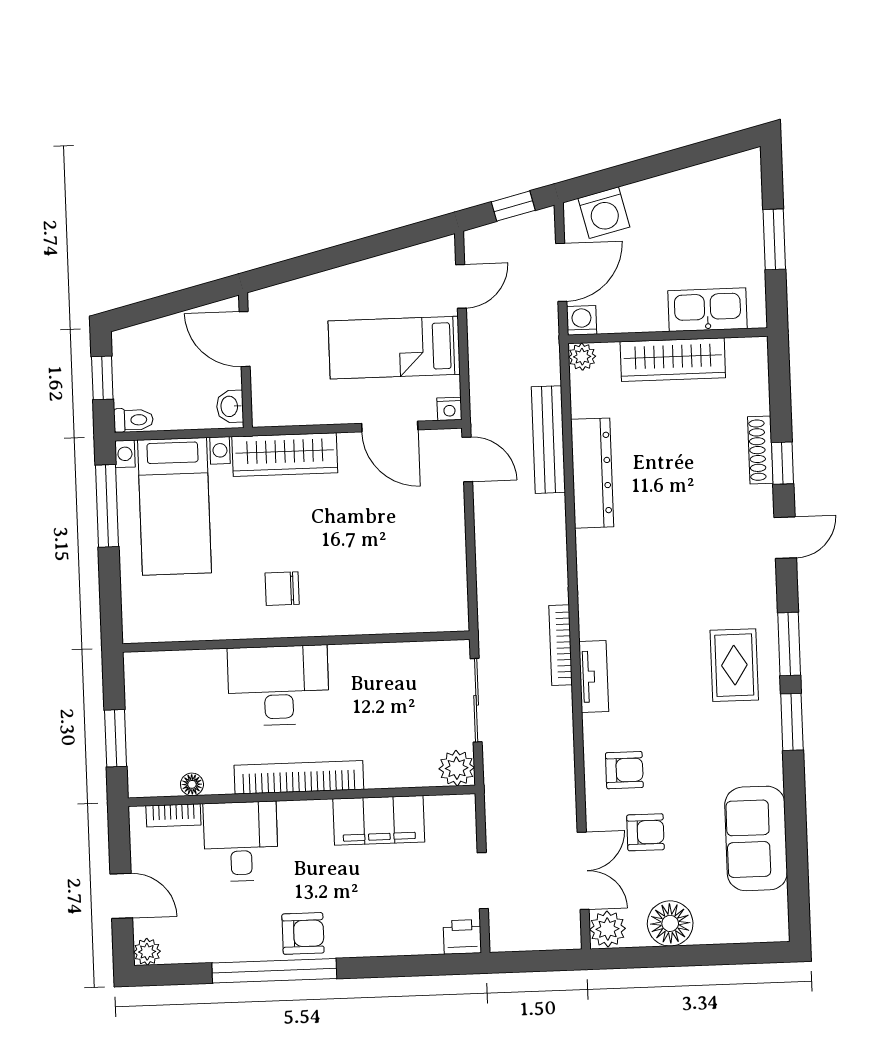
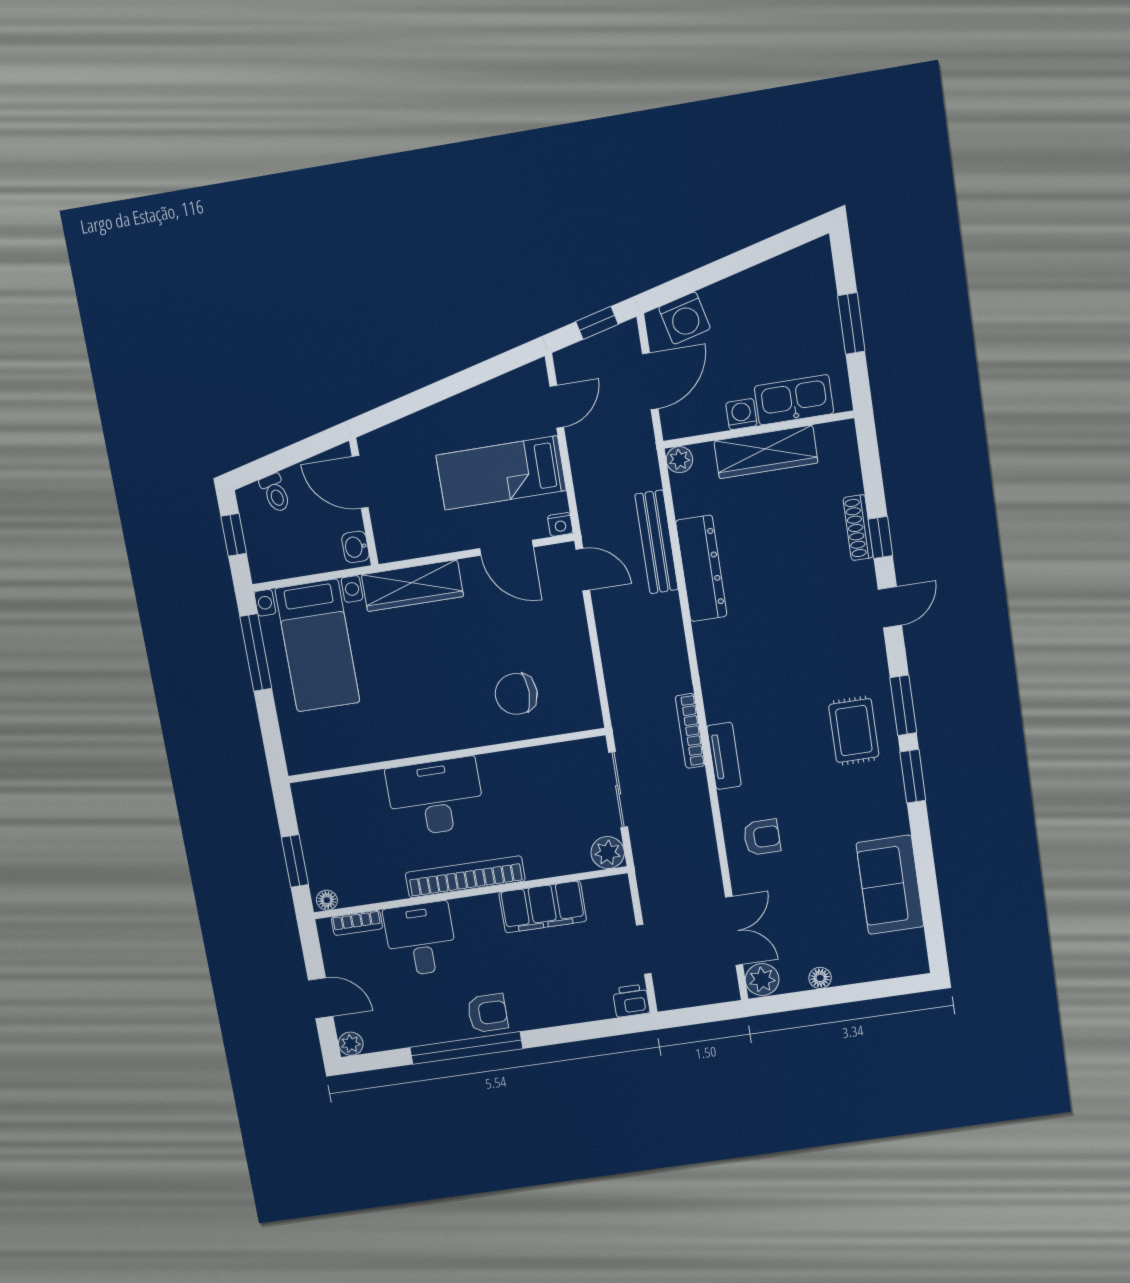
washing machine: (582, 320) -> (741, 414), moved
toilet: (133, 420) -> (275, 493), moved, turned 76
chair: (282, 589) -> (516, 694), moved, width x1.37, depth x1.37
floor lamp: (192, 784) -> (327, 900), moved
armchair: (645, 832) -> (787, 891), removed
floor lamp: (670, 923) -> (820, 978), width x0.53, depth x0.53

